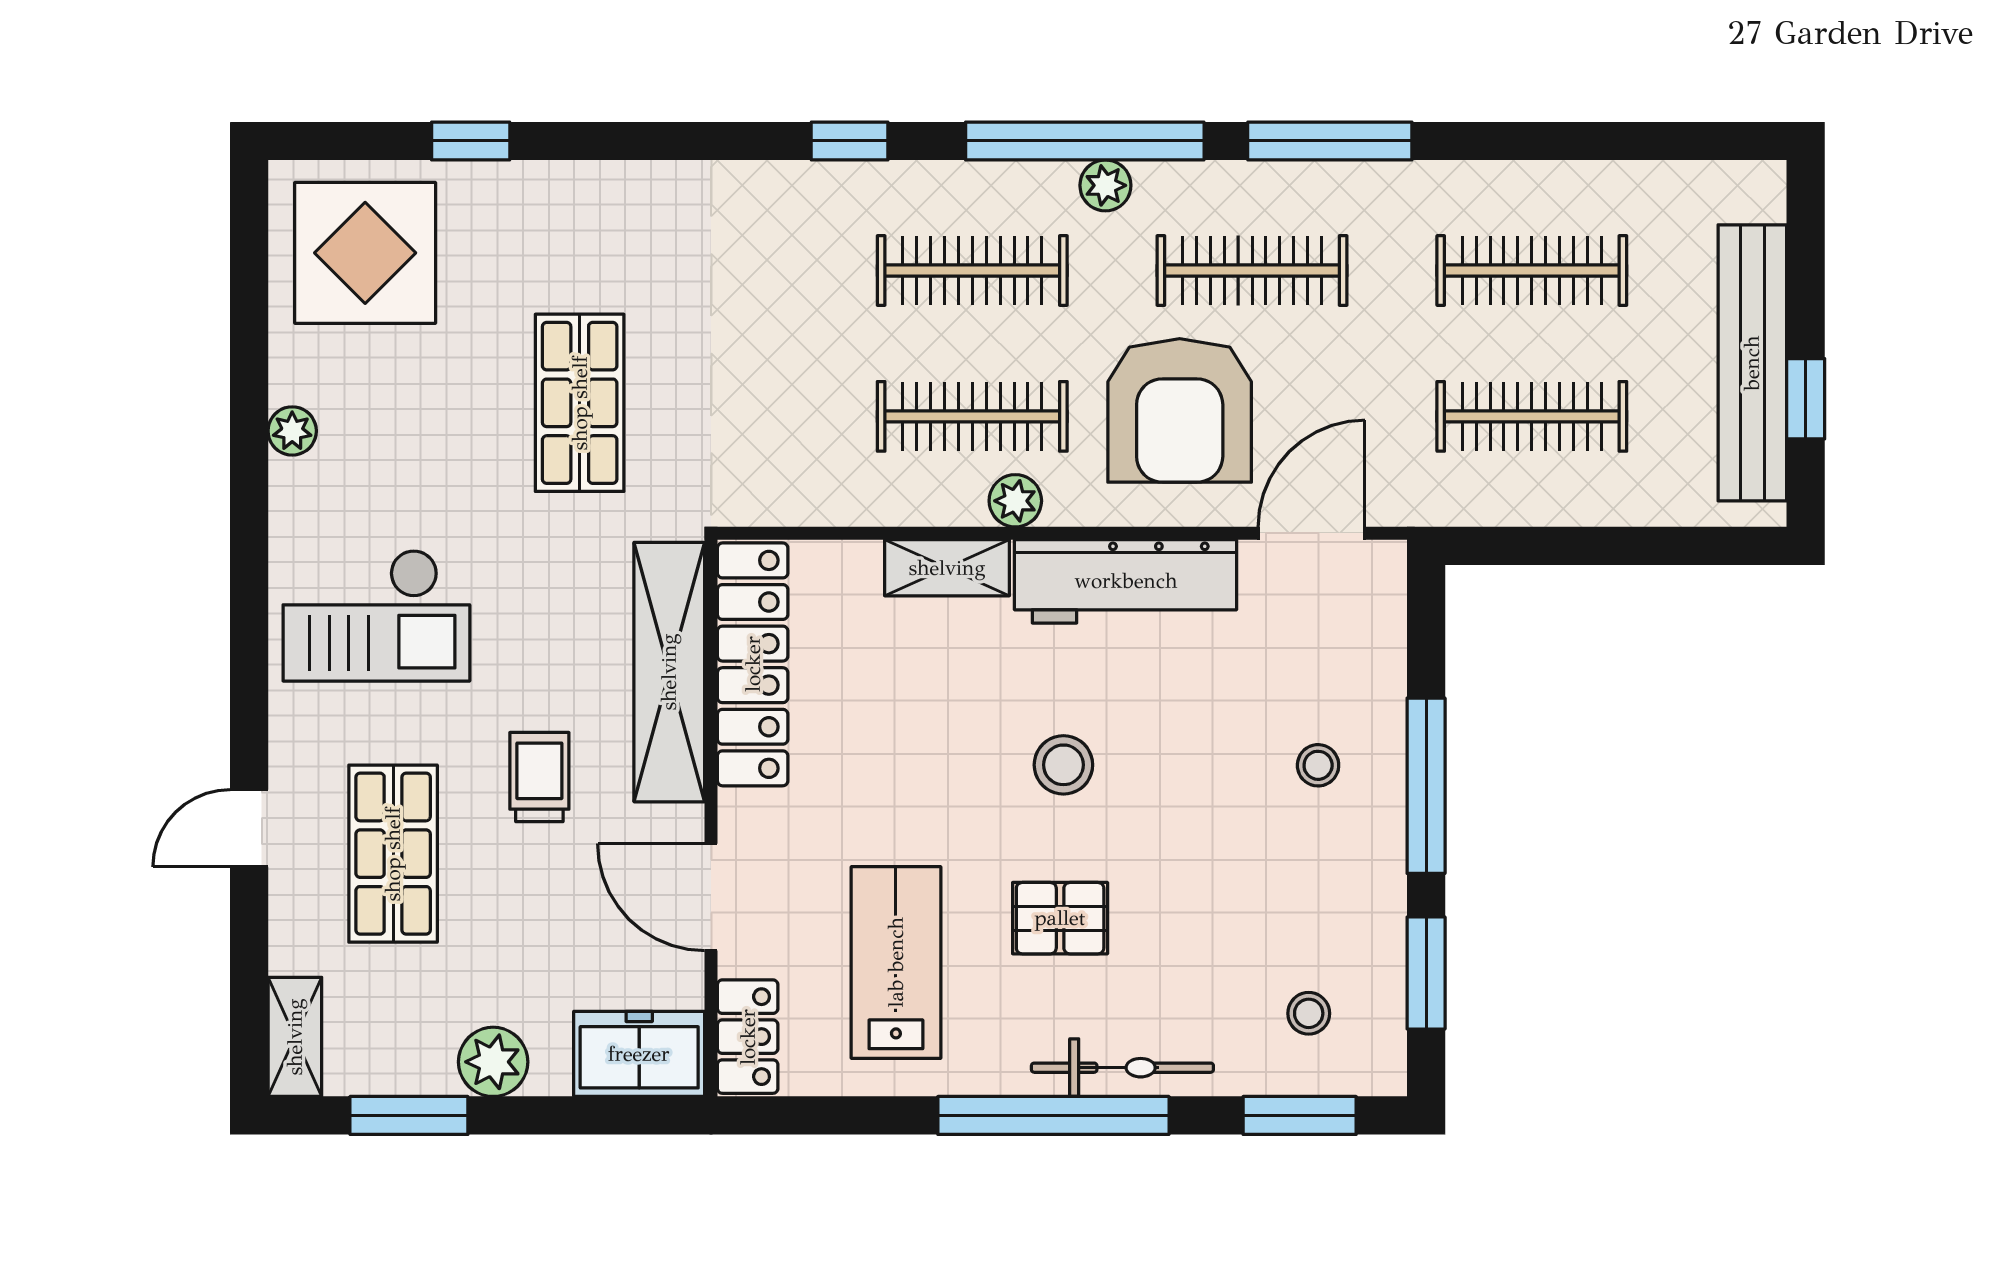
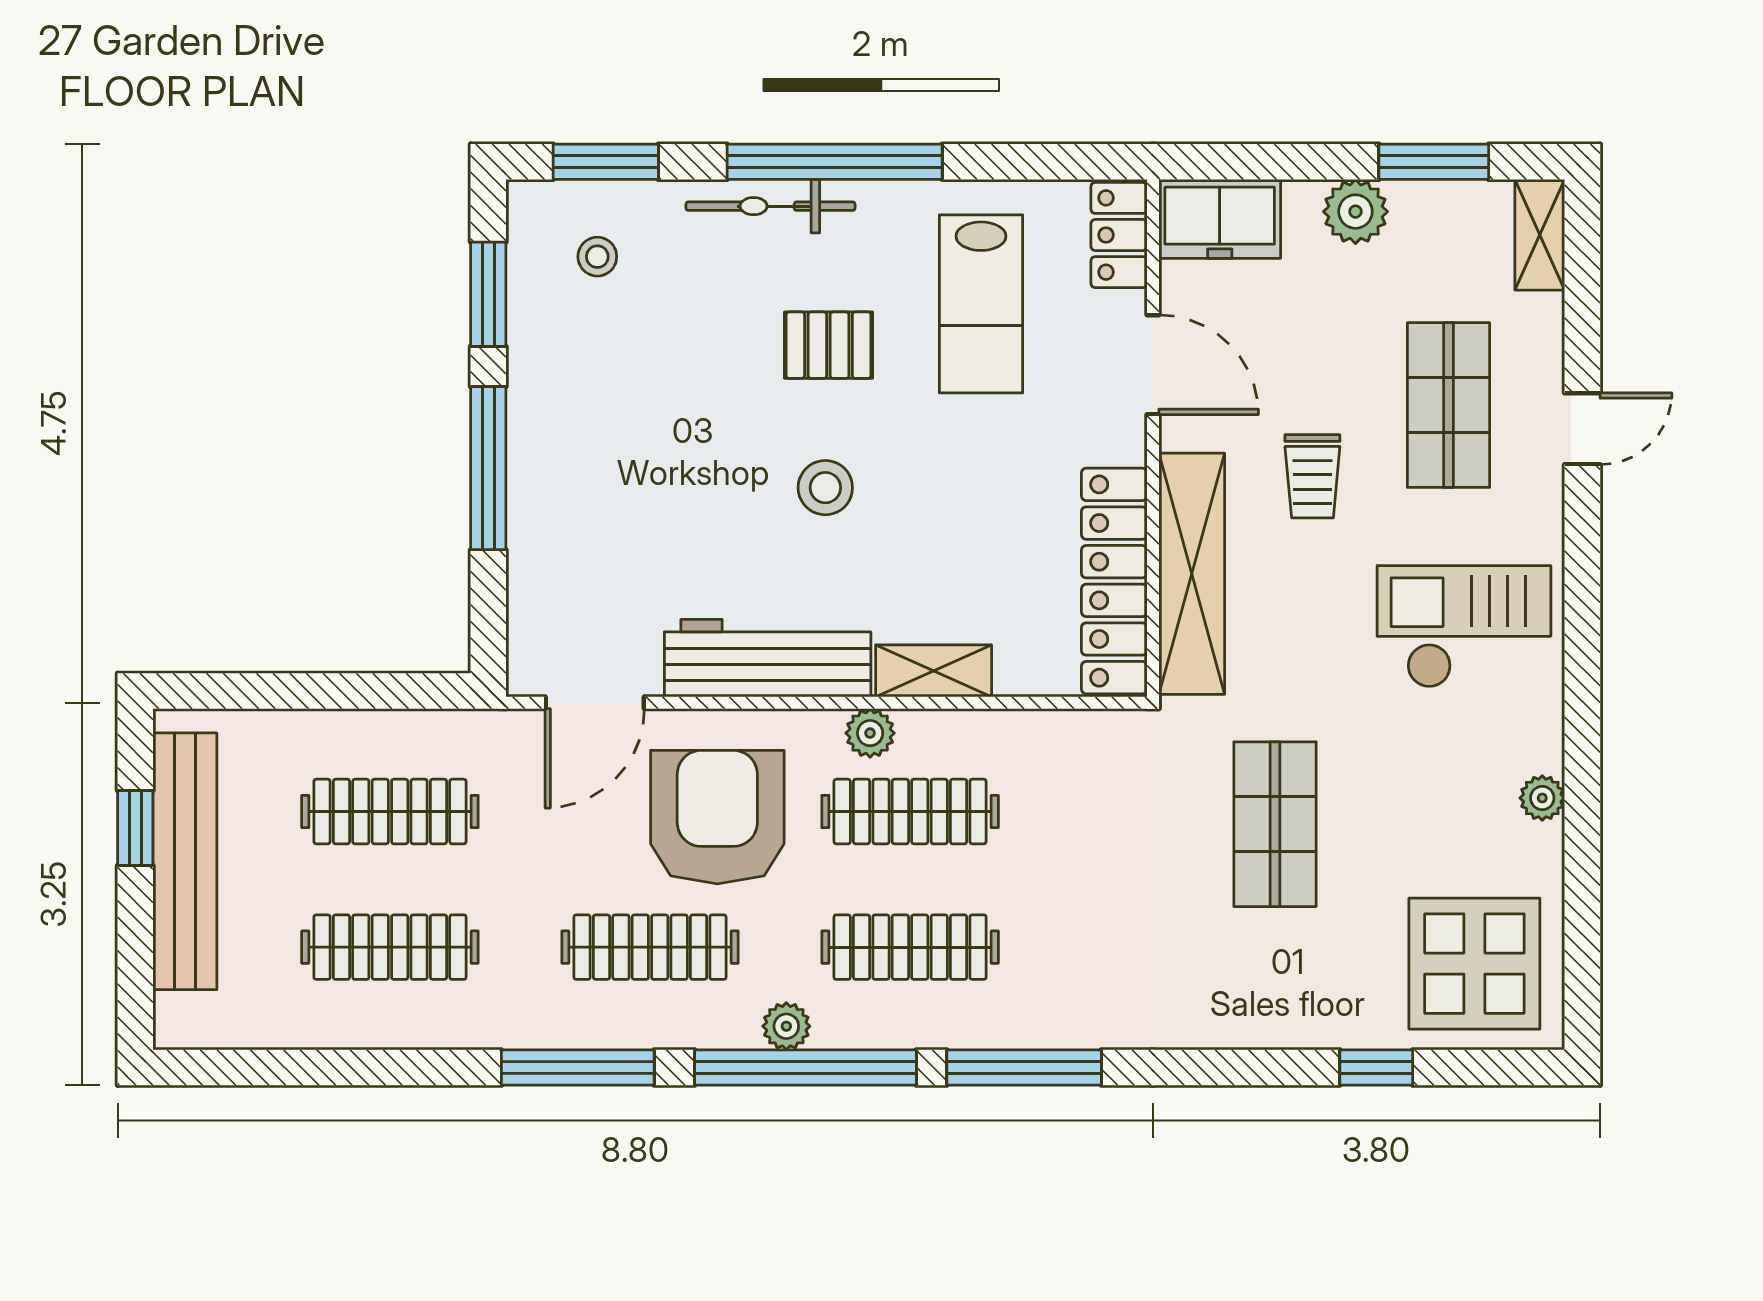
window: (850, 141) -> (1024, 1068), width x2.17
stool: (1318, 765) -> (589, 487), removed

